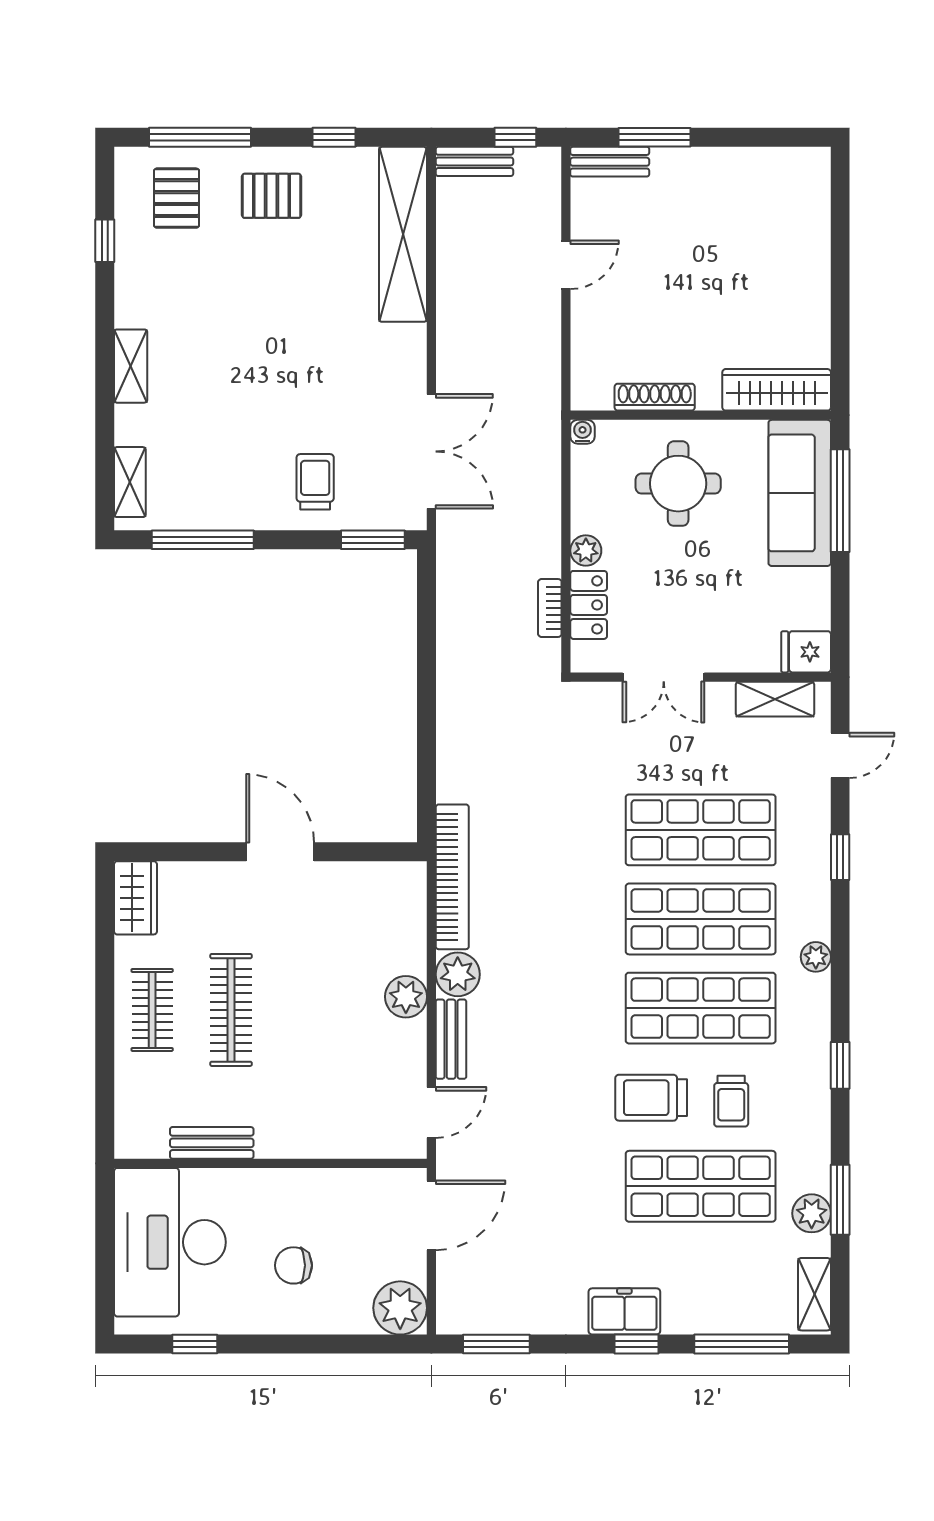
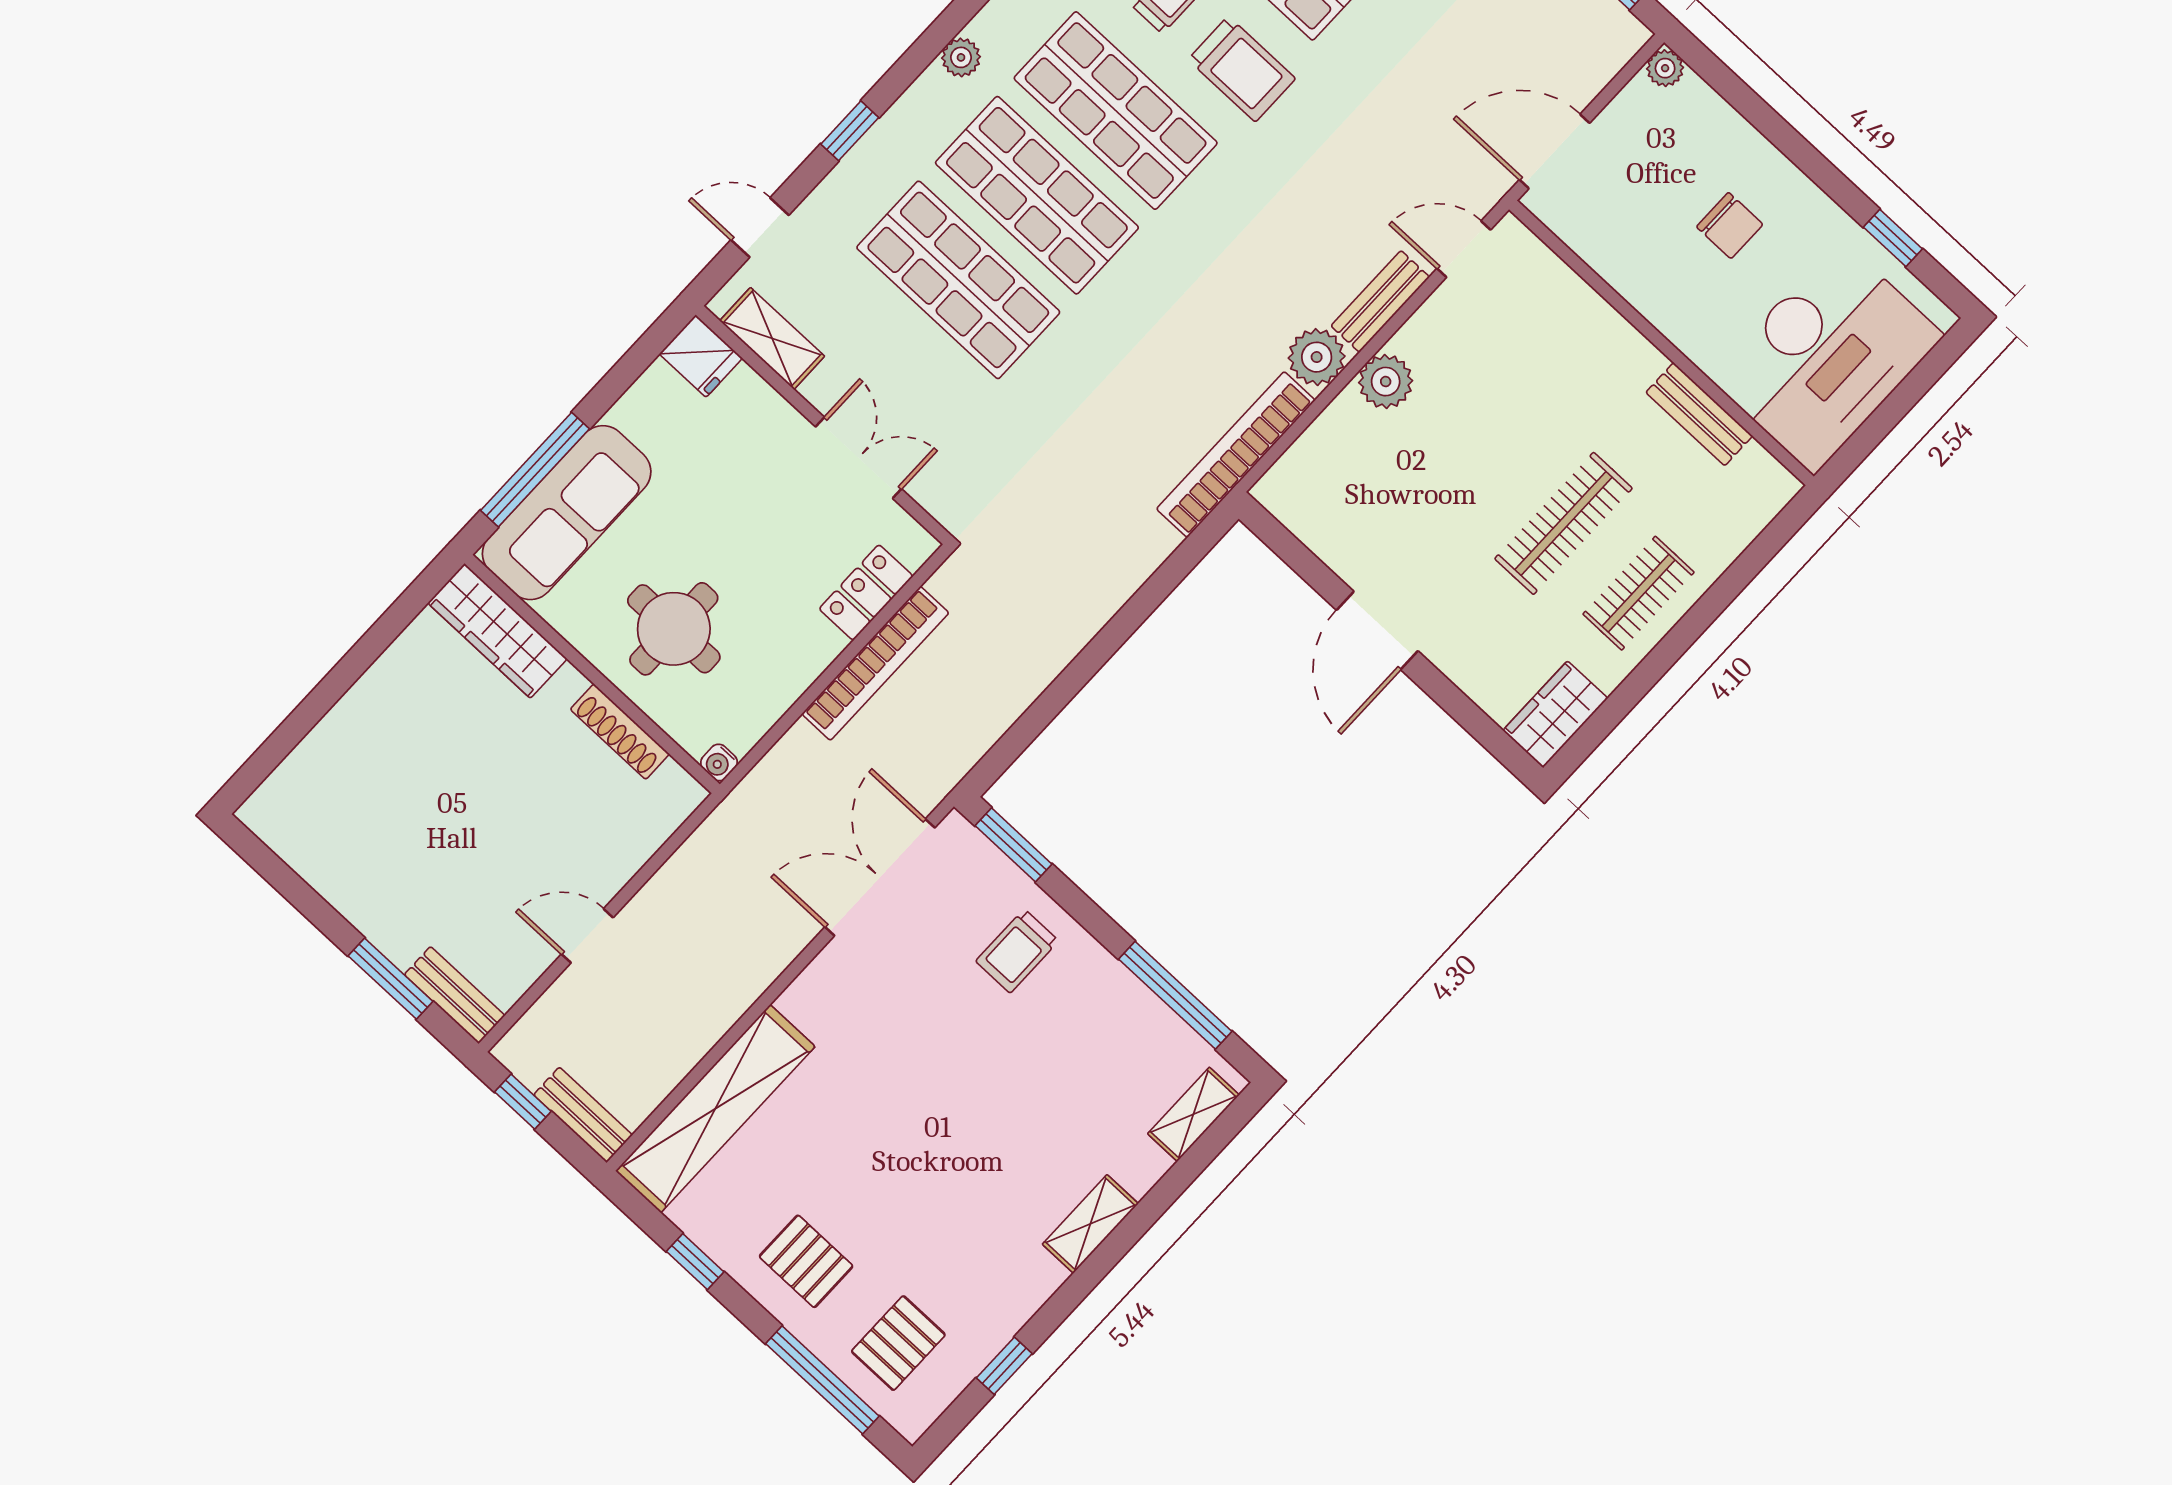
plant: (586, 551) -> (821, 647), removed
bookcase: (550, 608) -> (875, 663), width x2.31, depth x1.31
plant: (400, 1308) -> (1665, 68), width x0.53, depth x0.53

